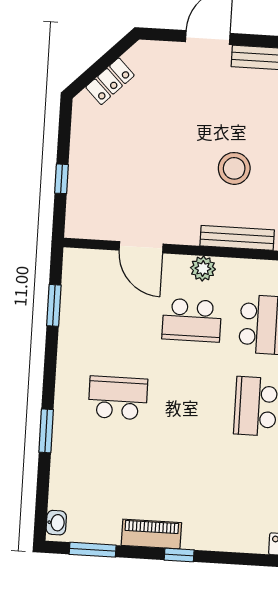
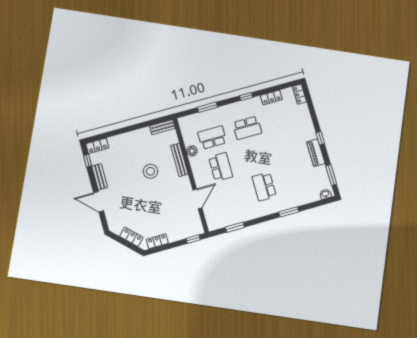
locker: (82, 132) -> (157, 241), added
window: (62, 179) -> (193, 239), moved
plant: (203, 268) -> (192, 151), moved

